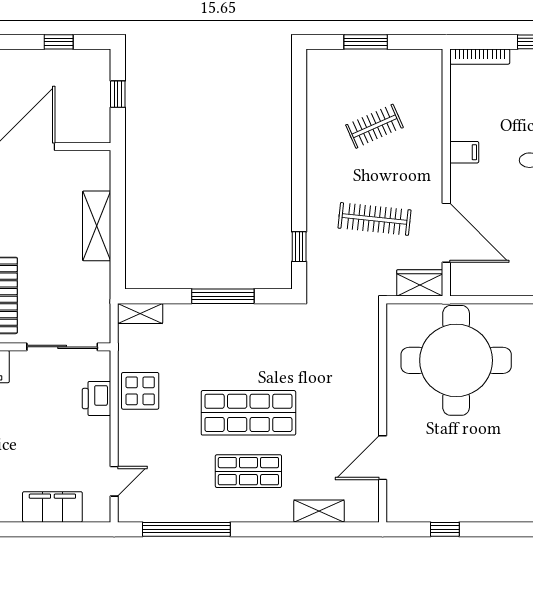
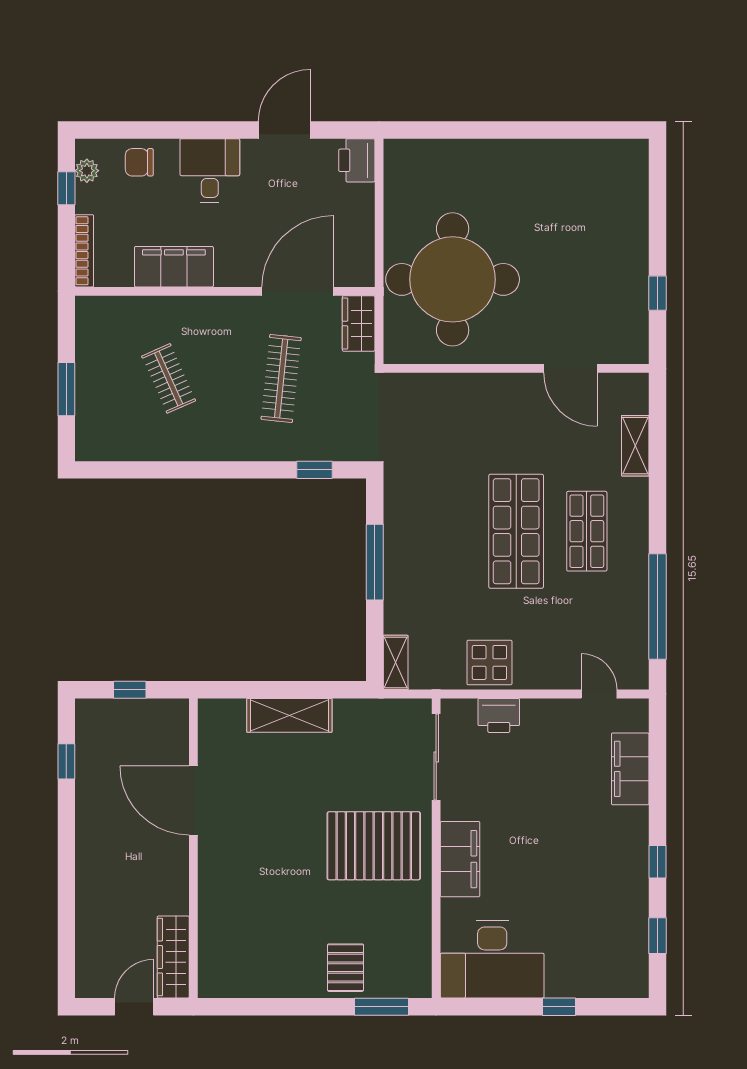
filing cabinet: (464, 152) -> (174, 267), width x3.00, depth x1.17

